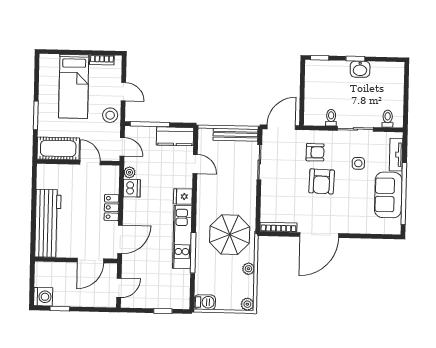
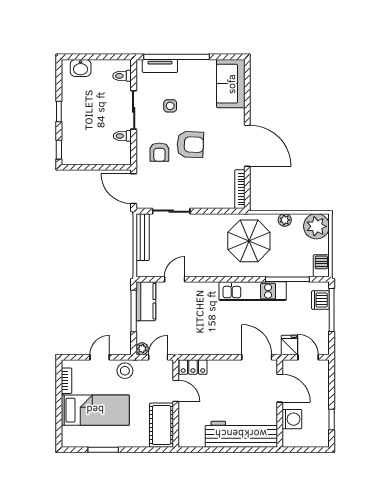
washbasin: (360, 69) -> (81, 68), moved, turned 90
window: (36, 115) -> (103, 450), moved
window: (150, 124) -> (134, 311), moved
armchair: (315, 152) -> (159, 152), turned 180
door: (90, 163) -> (176, 391), swing flipped
plant: (130, 172) -> (142, 349), moved
dishwasher: (132, 188) -> (320, 300), moved, turned -90
window: (404, 194) -> (176, 57), moved
sofa: (388, 195) -> (231, 84), moved, turned 90
fridge: (183, 196) -> (290, 345), moved, turned 180
locker: (111, 208) -> (193, 367), moved
window: (193, 253) -> (287, 279), moved
washing machine: (43, 297) -> (292, 419), moved, turned 90
plant: (247, 304) -> (316, 226), width x1.87, depth x1.87
window: (163, 311) -> (332, 310), width x2.17

